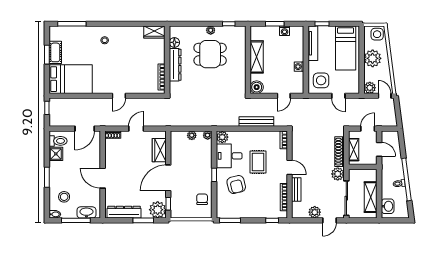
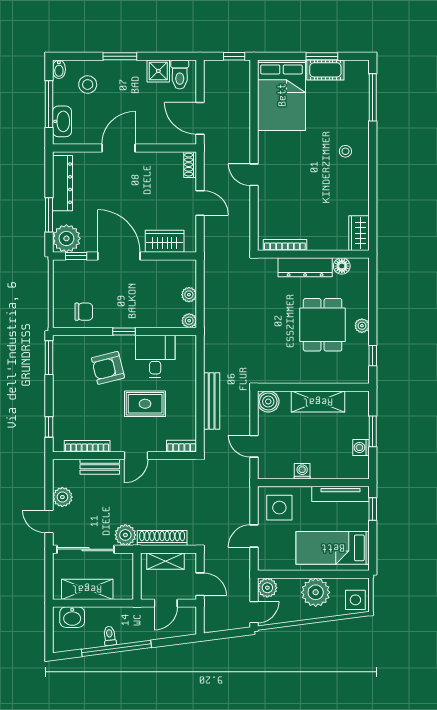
plant: (222, 137) -> (186, 345), removed

